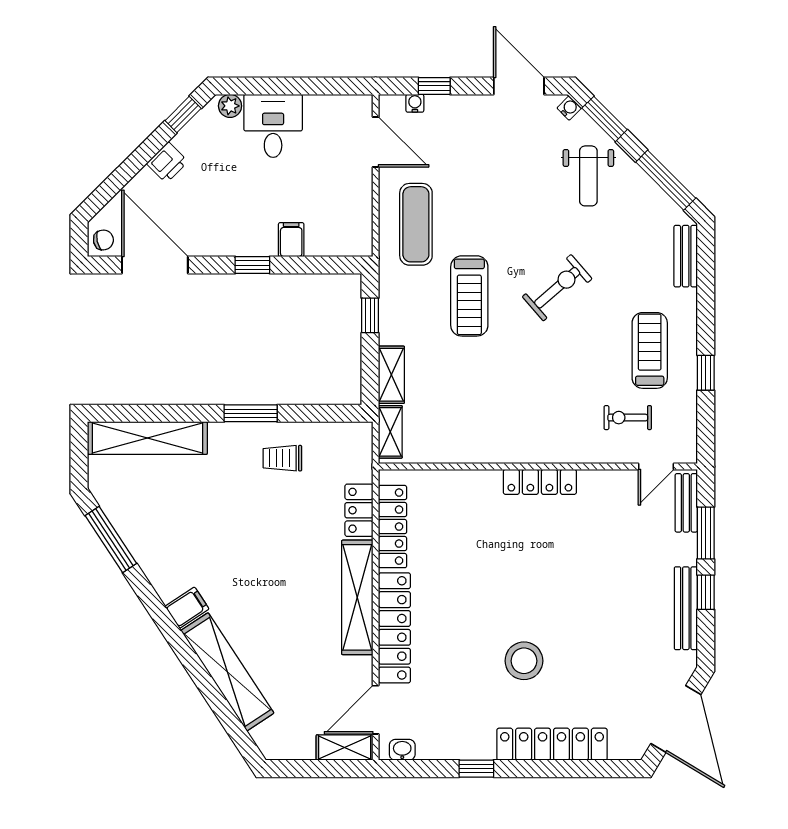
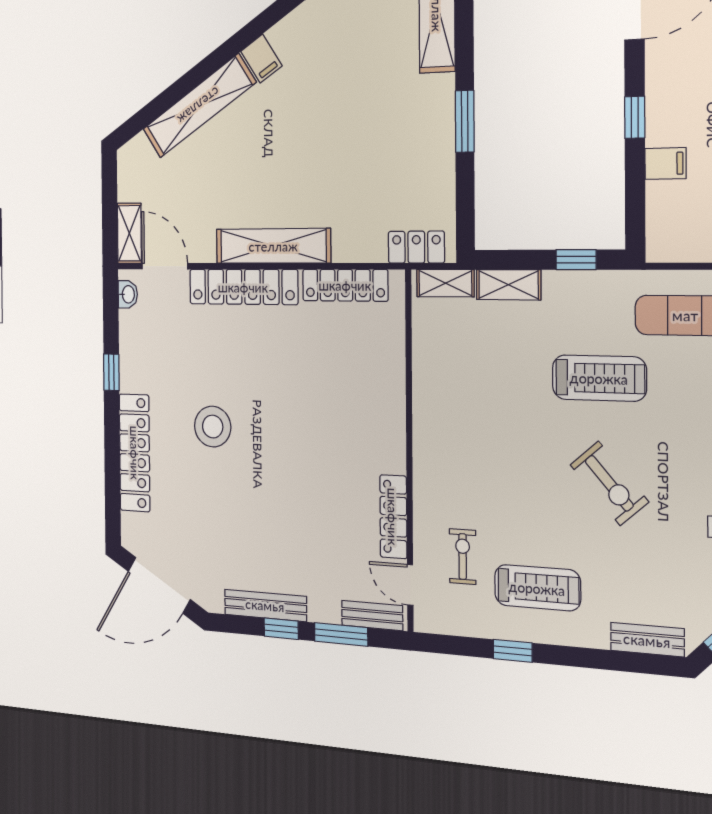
treadmill: (469, 296) -> (599, 378), turned 180
trolley: (282, 458) -> (416, 159), removed
locker: (540, 482) -> (393, 517), moved
locker: (359, 510) -> (416, 247), moved

